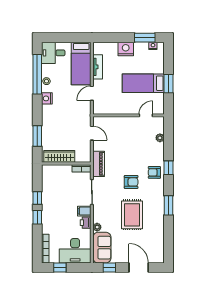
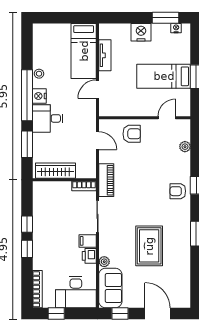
desk: (53, 53) -> (48, 118), moved
window: (37, 74) -> (27, 95), moved
armchair: (131, 182) -> (132, 134), moved

